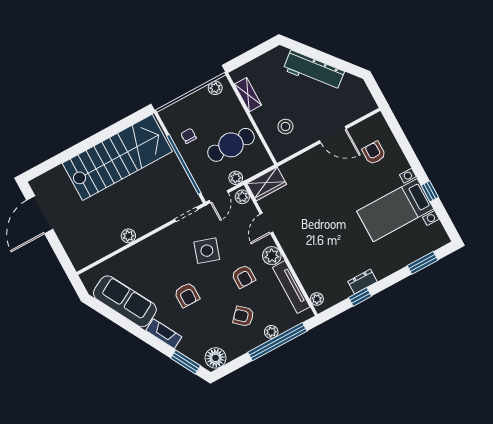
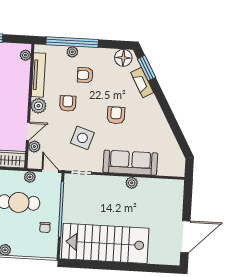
door: (219, 197) -> (50, 171), hinge flipped
plant: (242, 197) -> (34, 147), moved
sofa: (125, 301) -> (130, 163), moved, turned 119
armchair: (243, 316) -> (85, 75), turned 138
fireplace: (164, 334) -> (142, 83), moved

